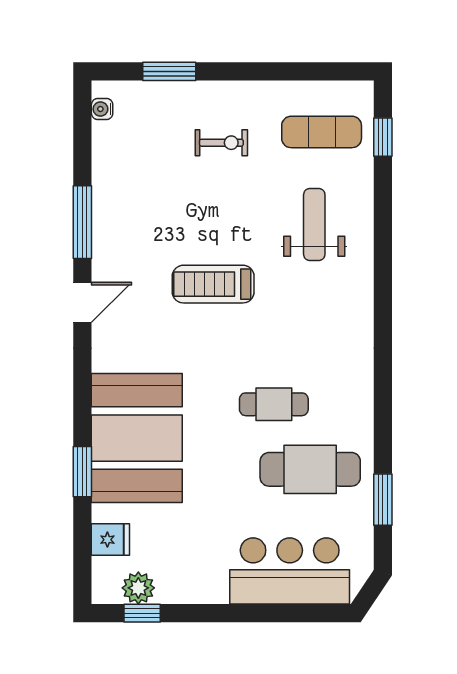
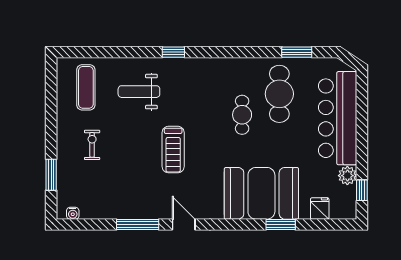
window: (383, 137) -> (173, 52), moved
bar counter: (290, 571) -> (338, 118), width x1.36
plant: (138, 588) -> (347, 176), moved

